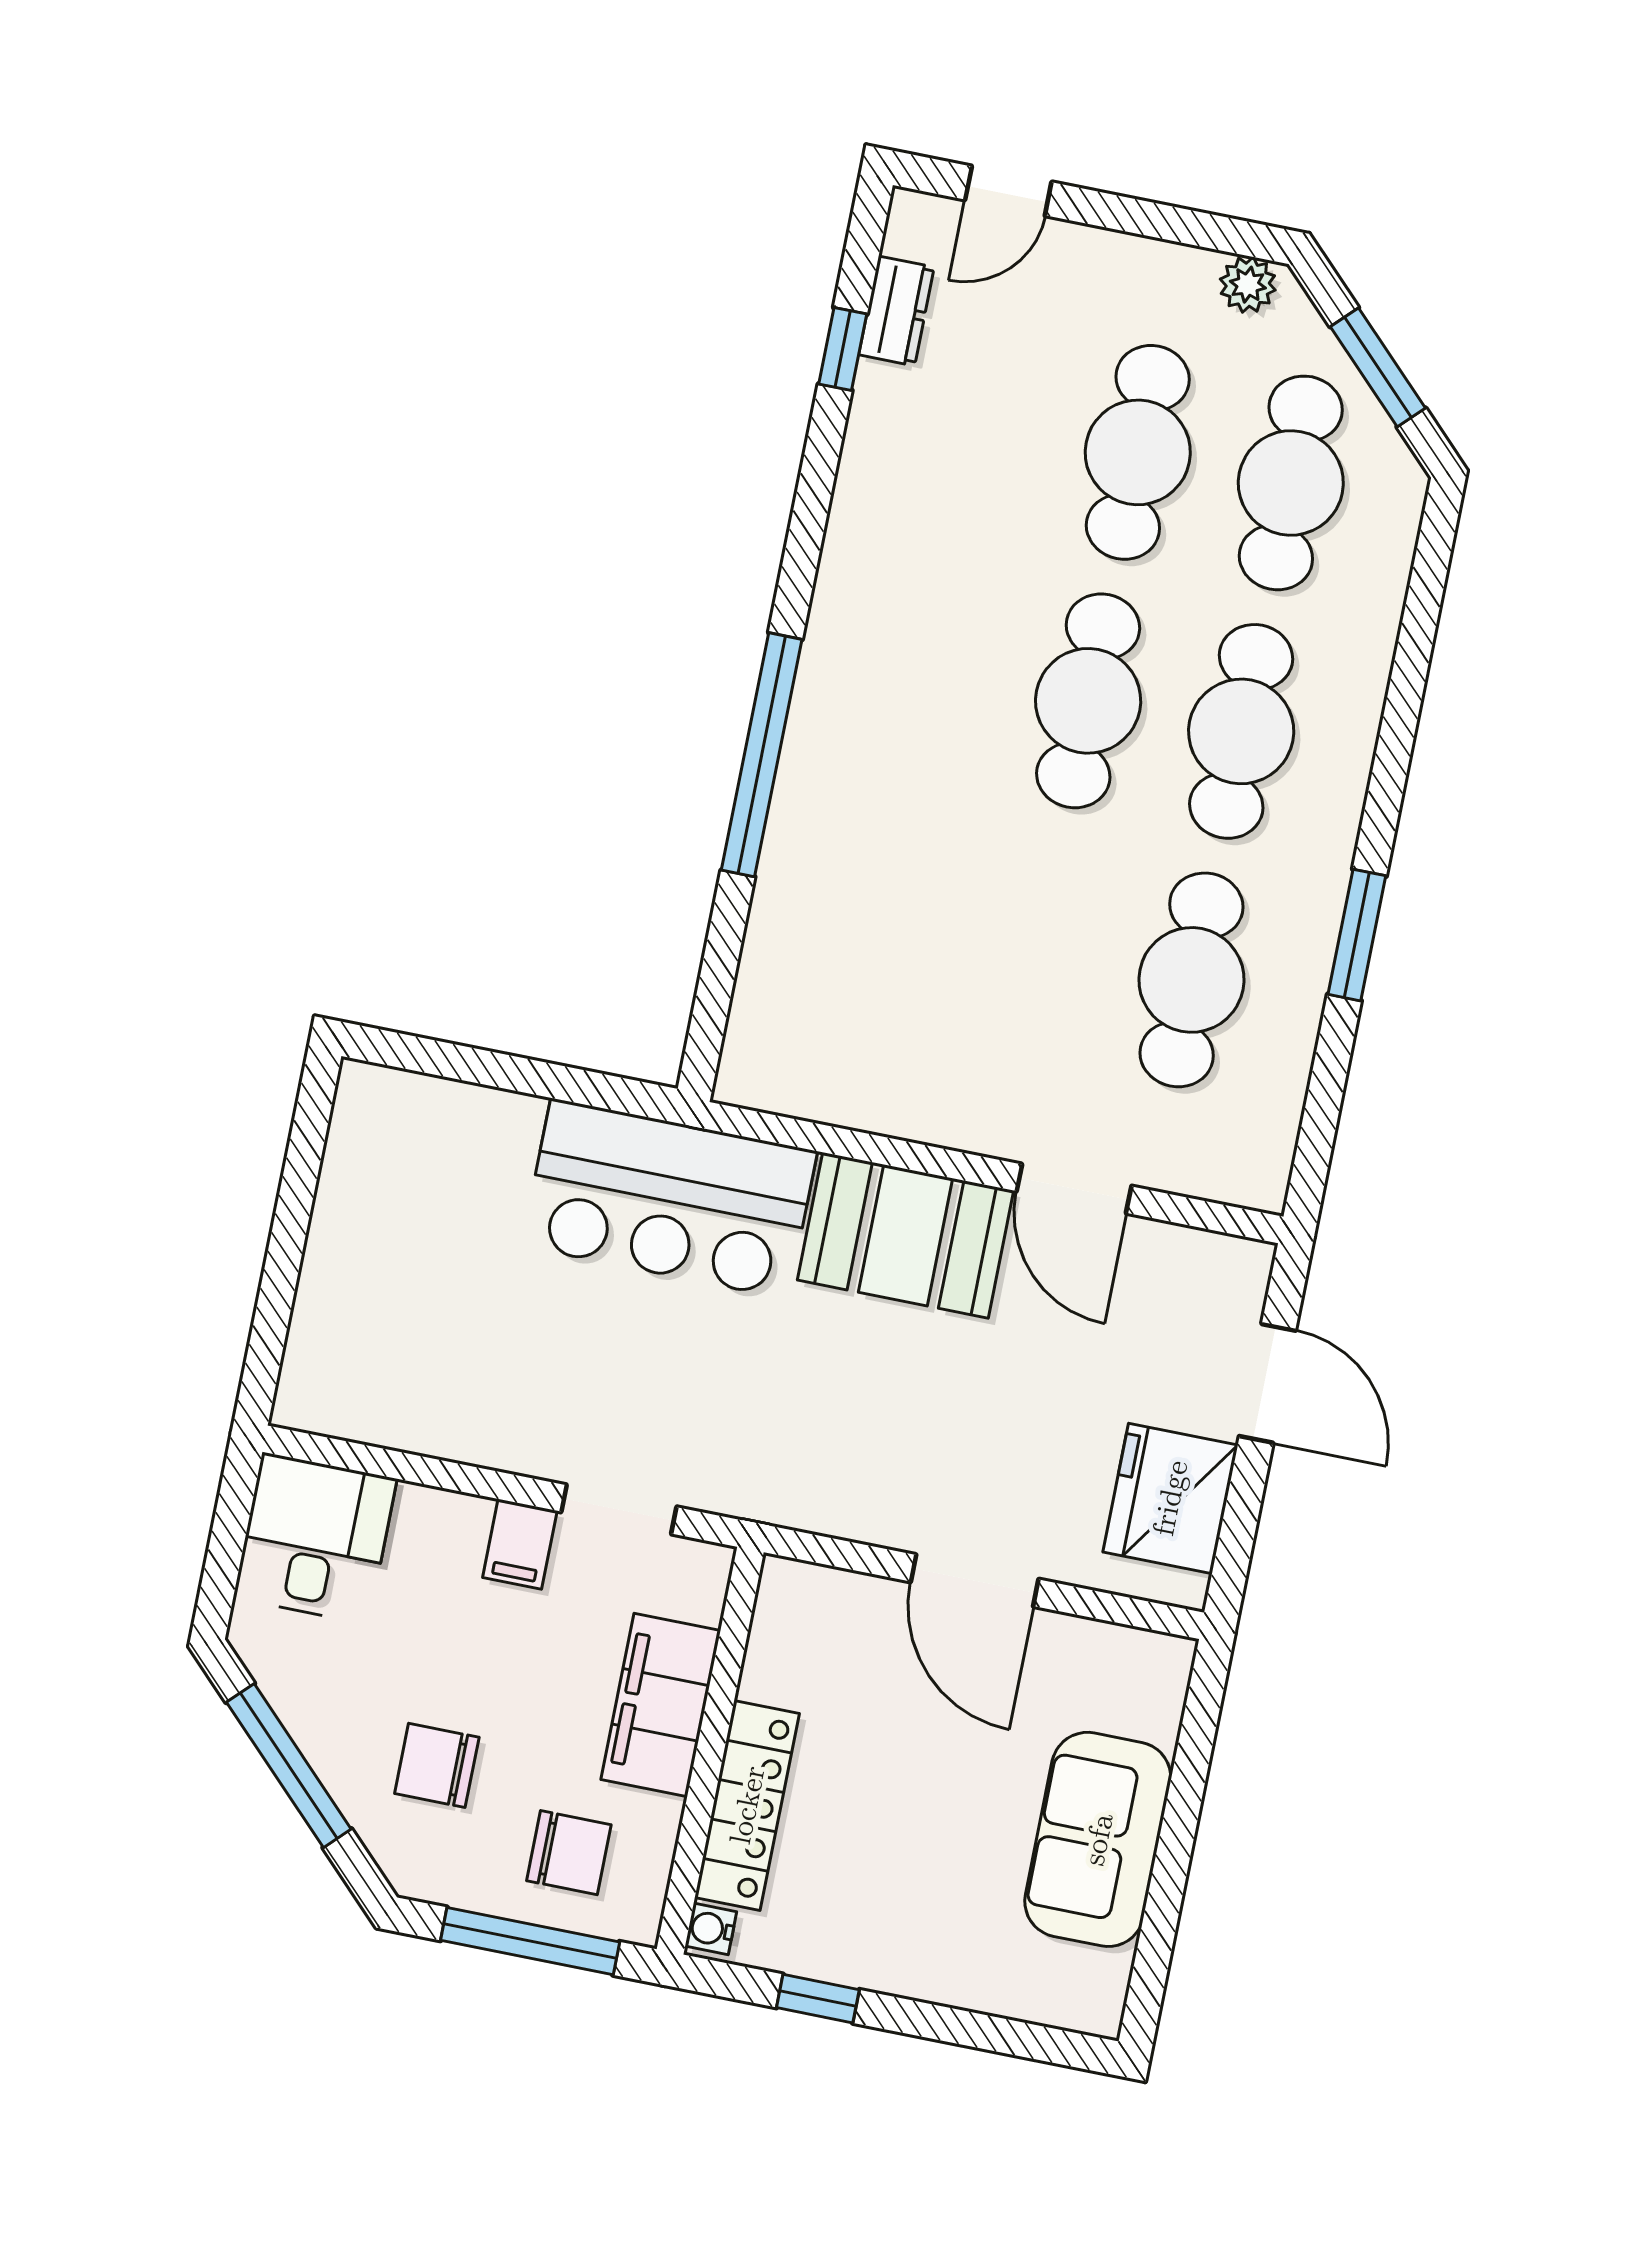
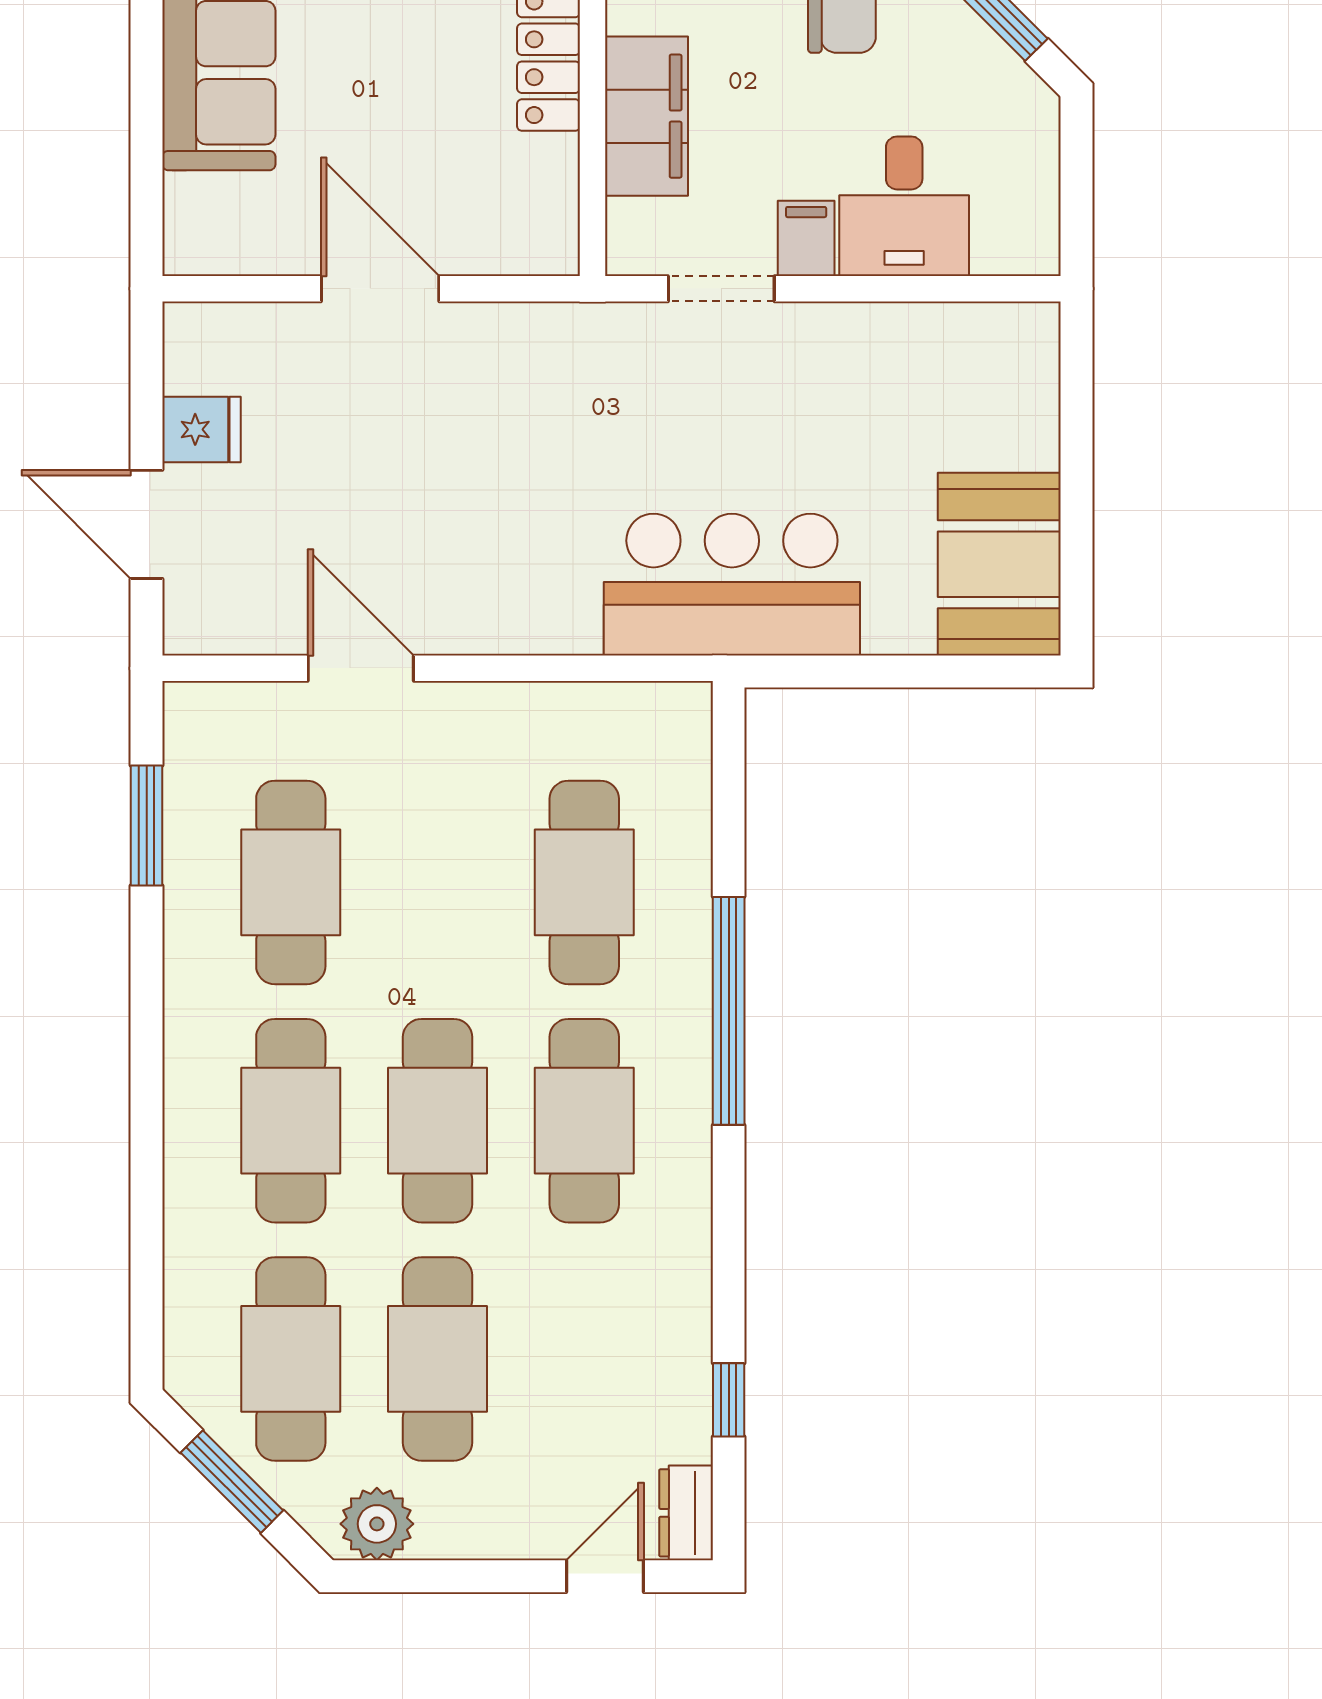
plant: (1248, 285) -> (377, 1524), width x1.38, depth x1.38
dresser: (897, 311) -> (686, 1513), moved
cafe table: (935, 670) -> (584, 1121), added
cafe table: (885, 919) -> (584, 882), added
window: (1357, 935) -> (147, 826), moved
booth: (905, 1235) -> (999, 564), moved, turned 90
fridge: (1170, 1498) -> (201, 429), width x0.53, depth x0.75
desk: (315, 1538) -> (904, 206), moved

